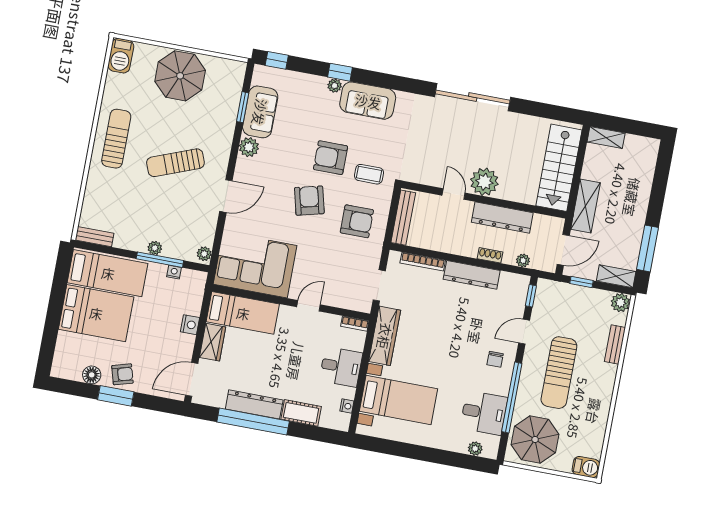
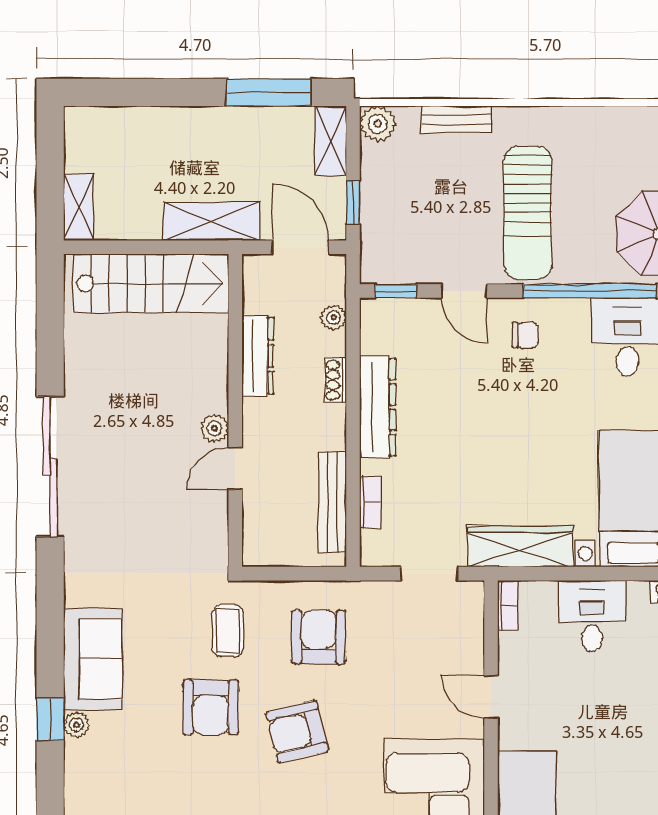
plant: (484, 182) -> (214, 428), width x0.53, depth x0.53
dresser: (502, 217) -> (258, 356), width x0.73, depth x0.80
bench: (403, 218) -> (332, 502), moved, turned 90
bookcase: (423, 262) -> (370, 502), width x0.64
sun lounger: (559, 373) -> (528, 213), turned 90

